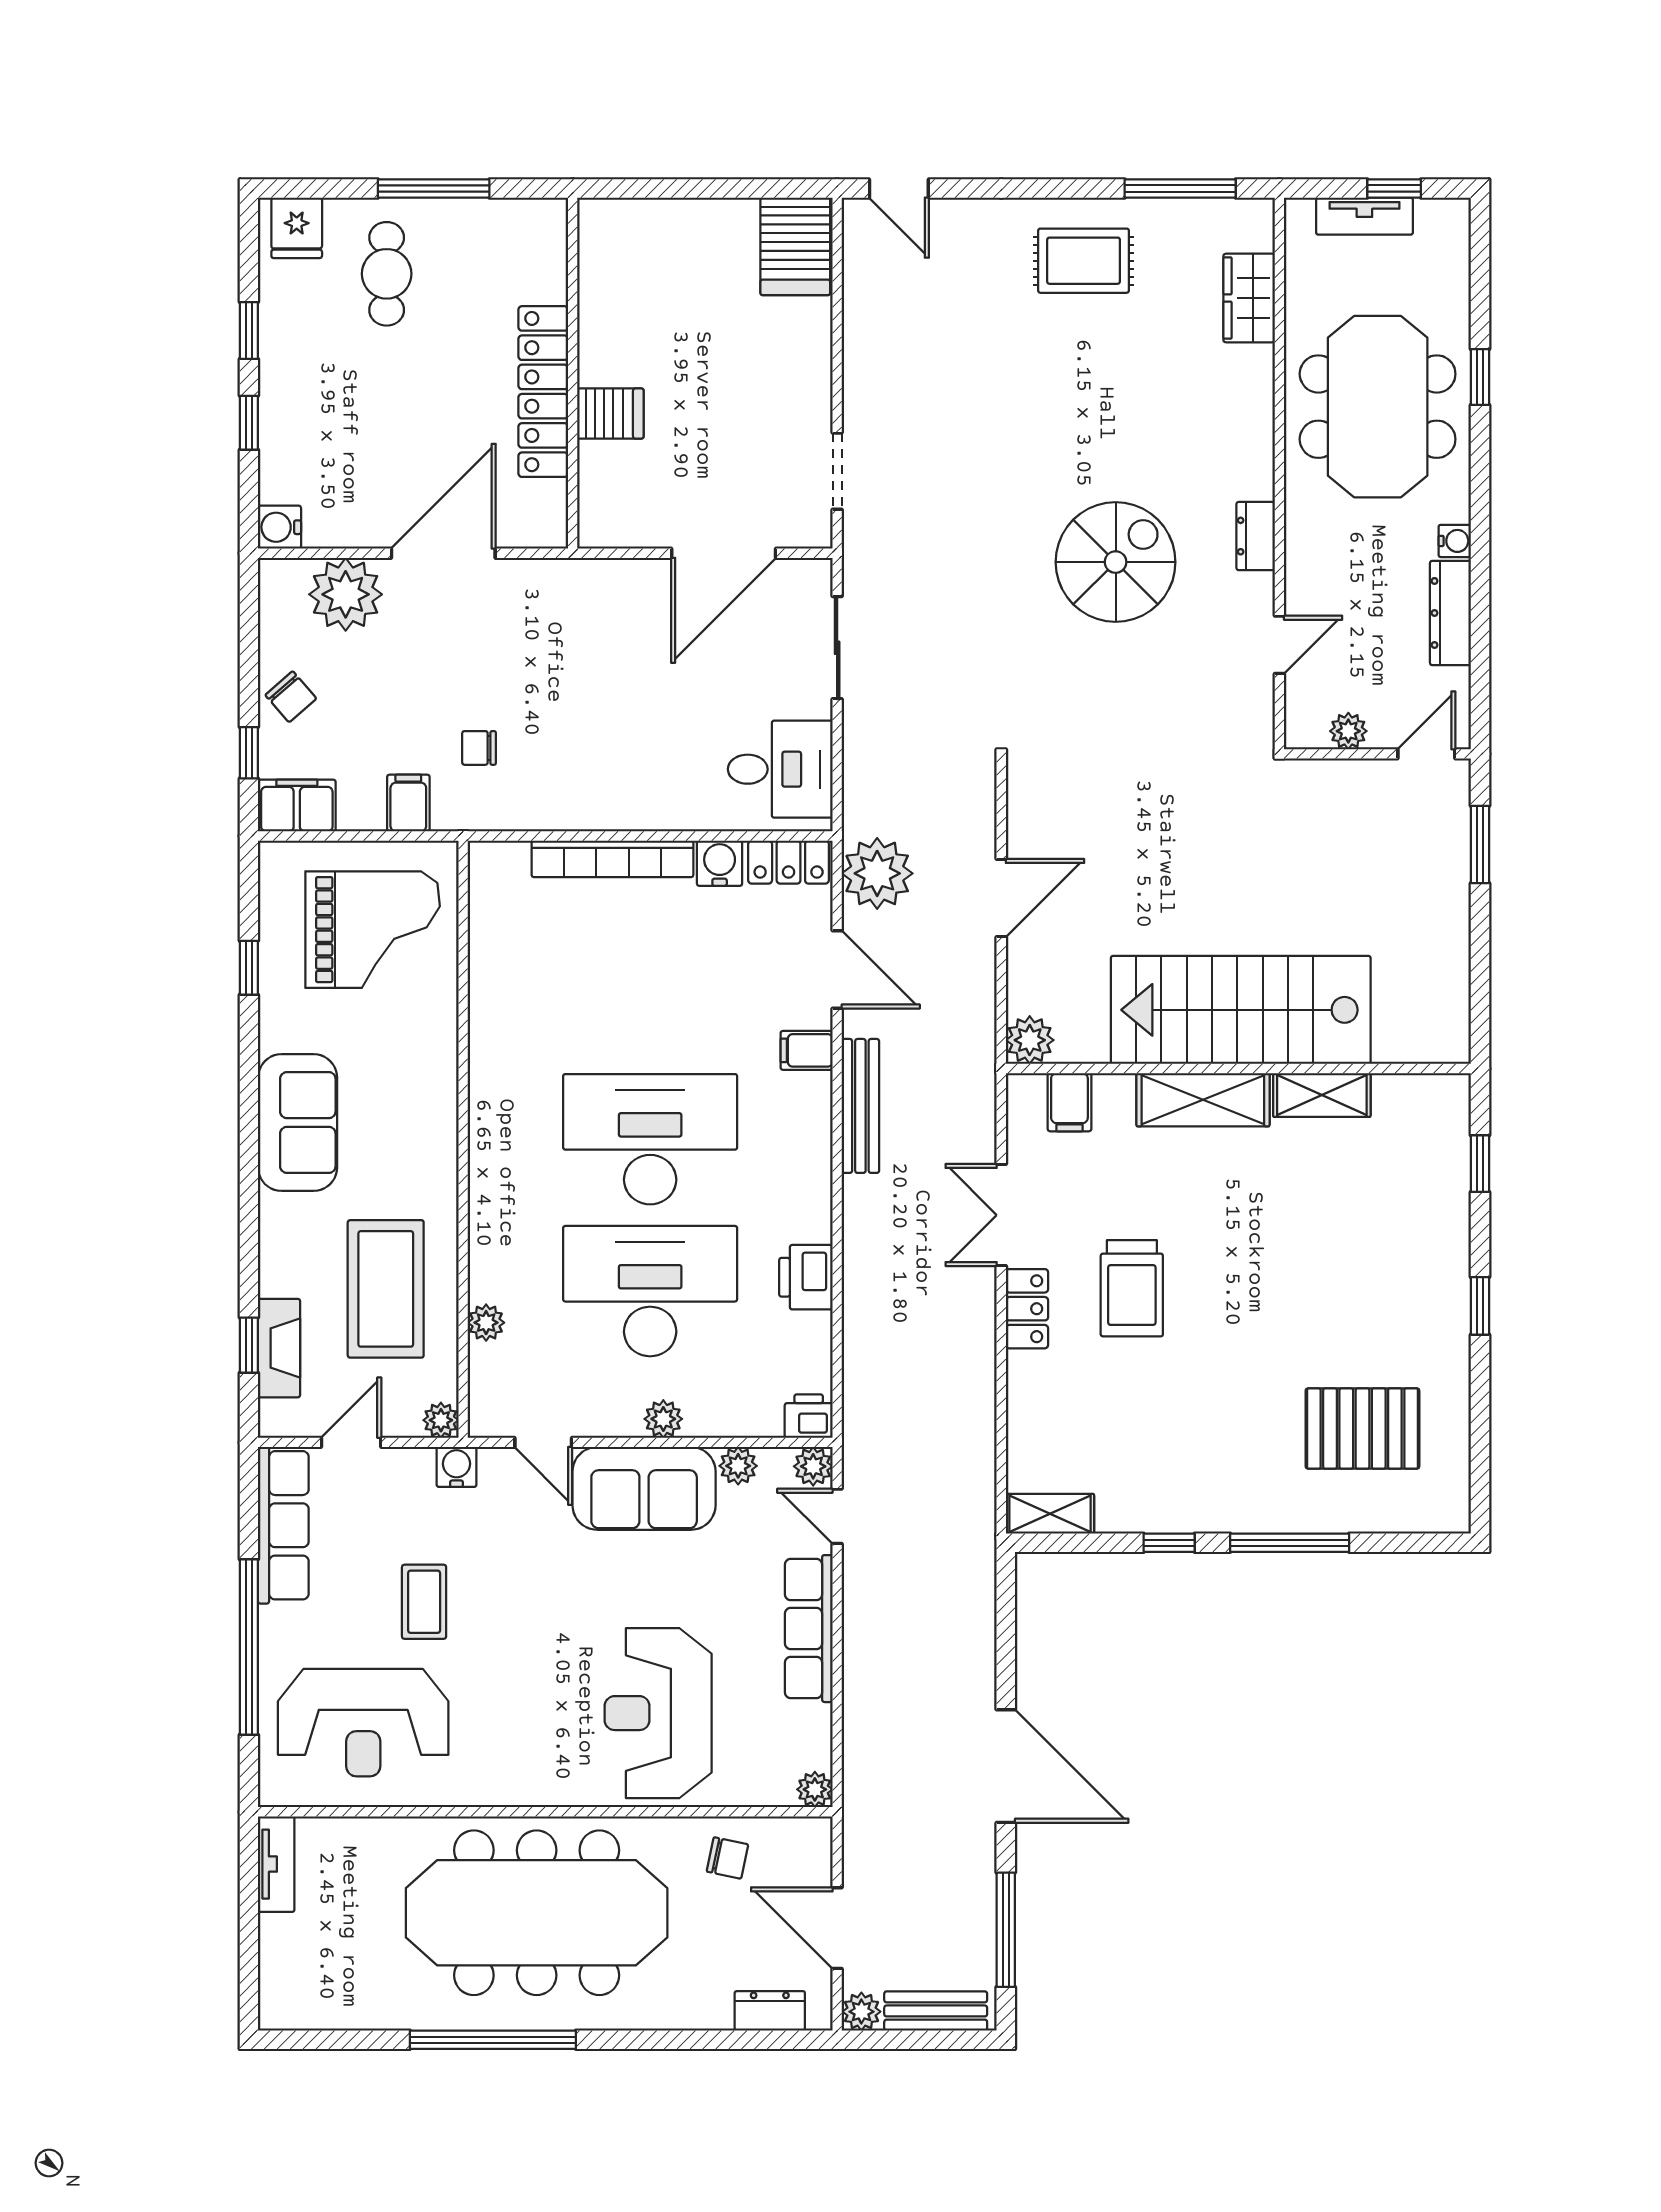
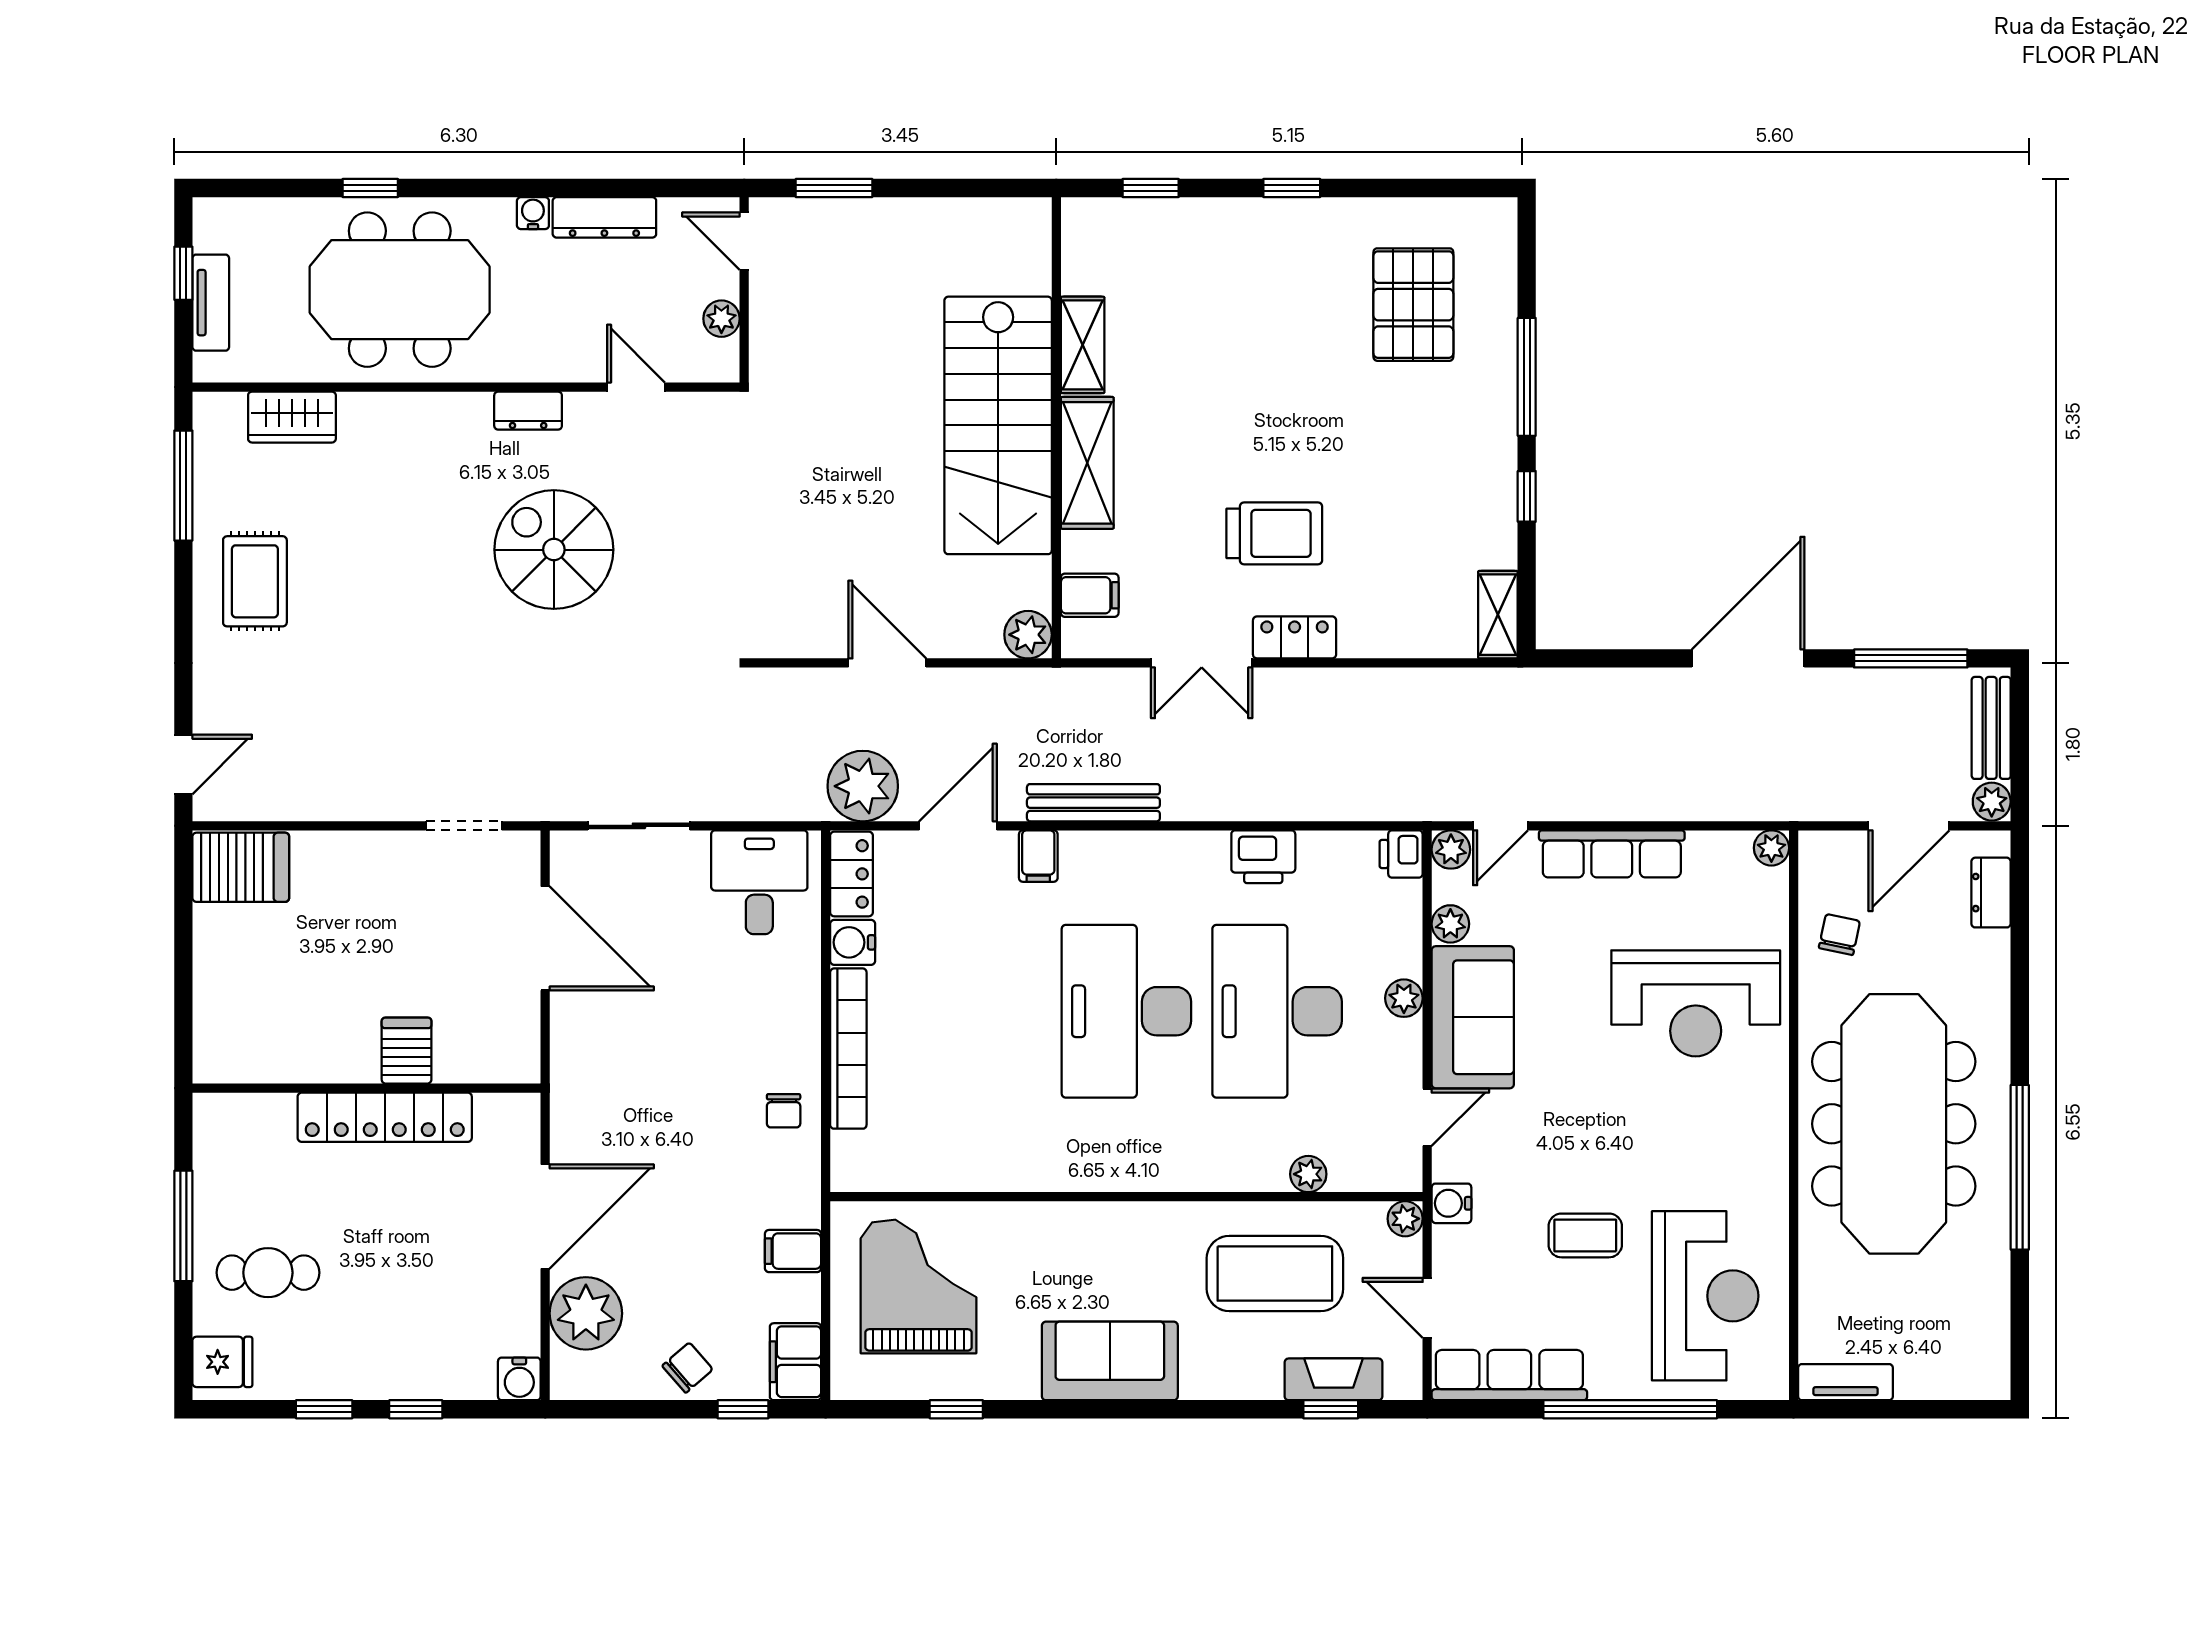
door: (443, 553) -> (545, 1216), swing flipped
chair: (479, 748) -> (784, 1111), moved

